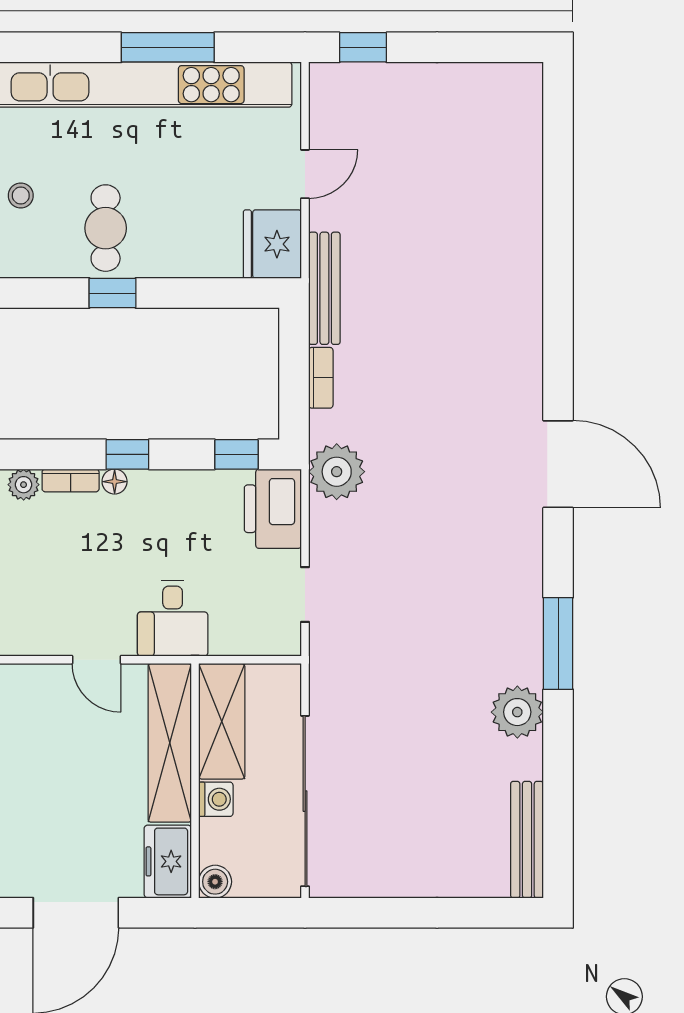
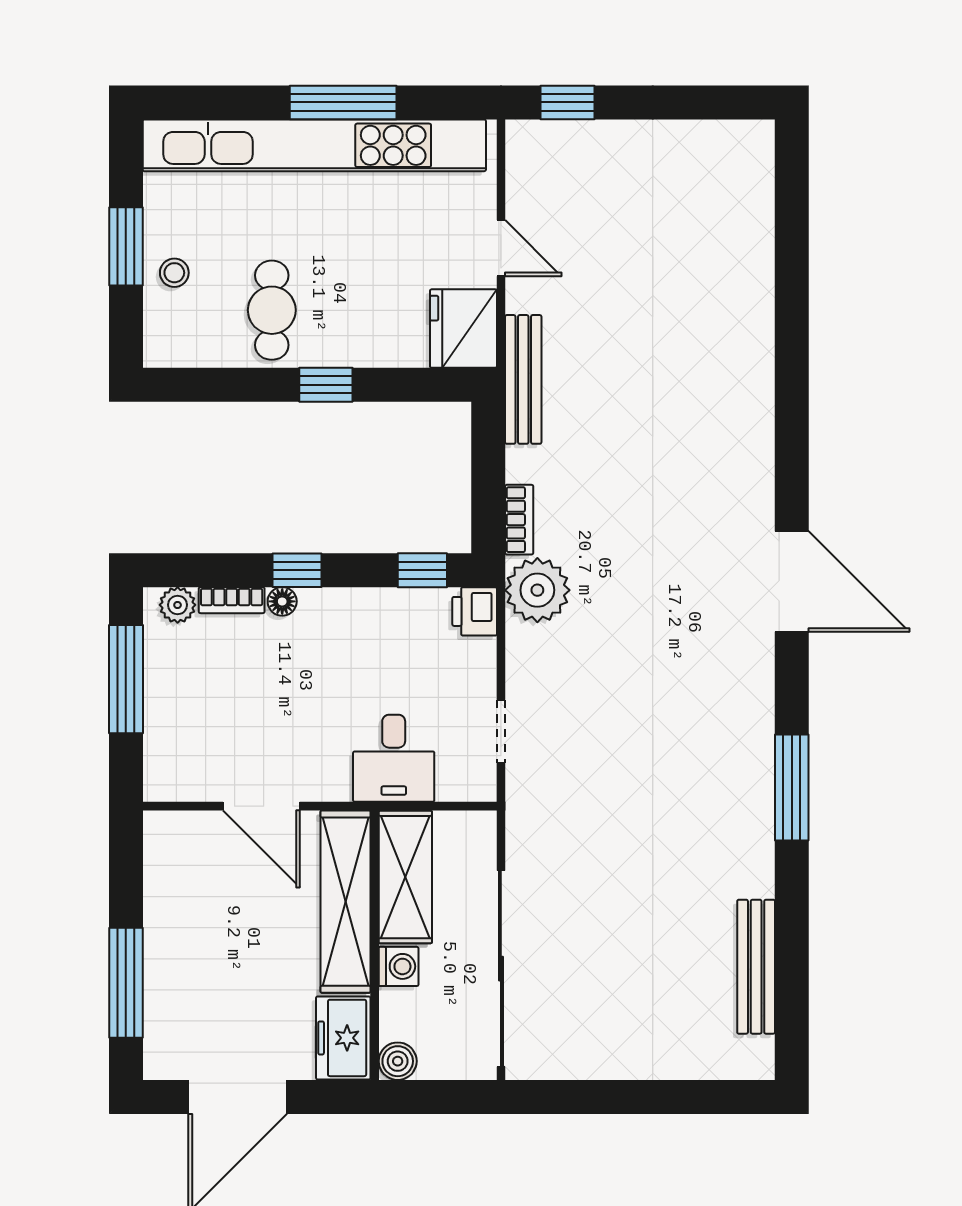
door: (305, 174) -> (501, 248), hinge flipped
window: (112, 293) -> (326, 385), moved
bookcase: (321, 378) -> (519, 520), moved
printer: (273, 509) -> (475, 611), width x0.53, depth x0.68
desk: (173, 618) -> (394, 758), moved
door: (96, 660) -> (261, 806), width x1.38
plant: (517, 712) -> (745, 866), removed
bench: (527, 840) -> (756, 967), moved

